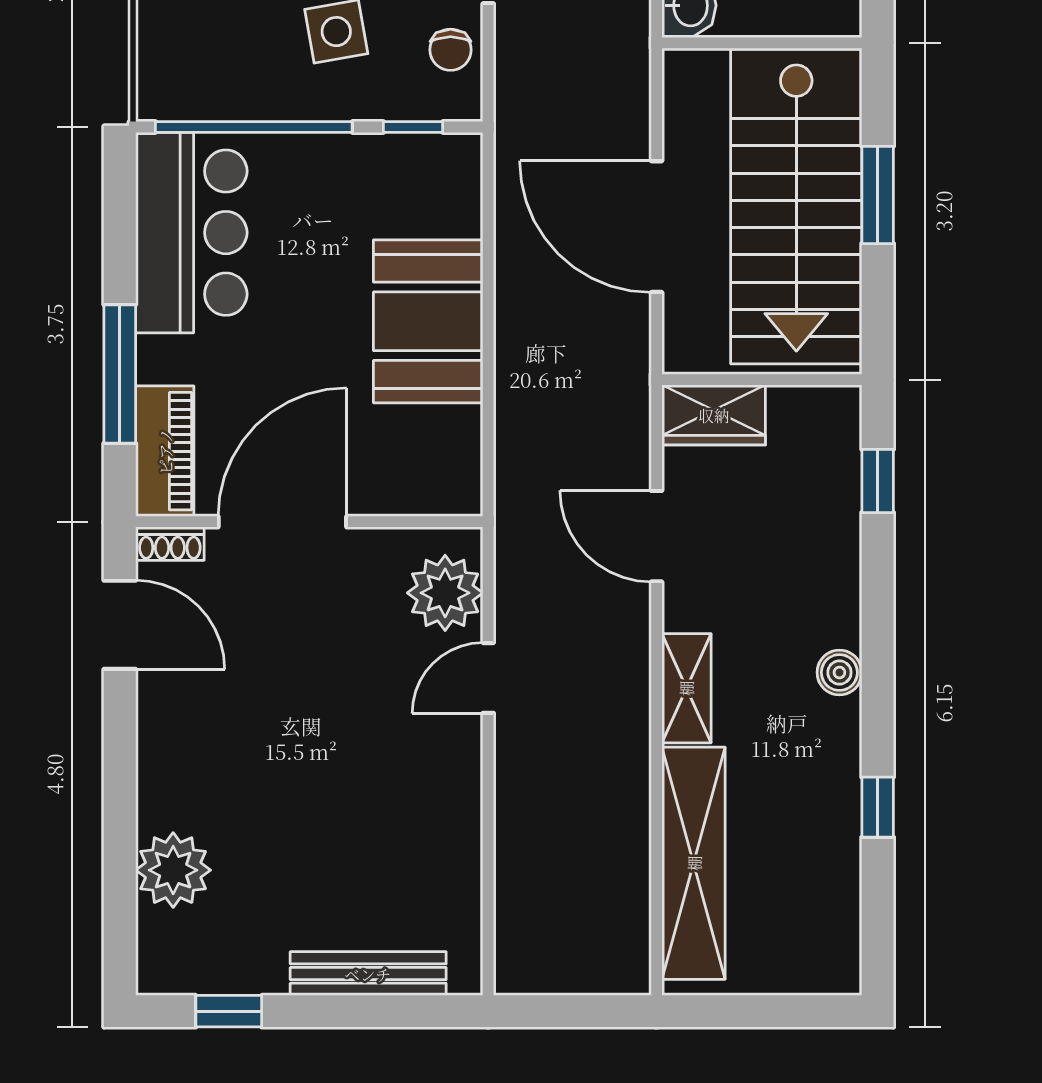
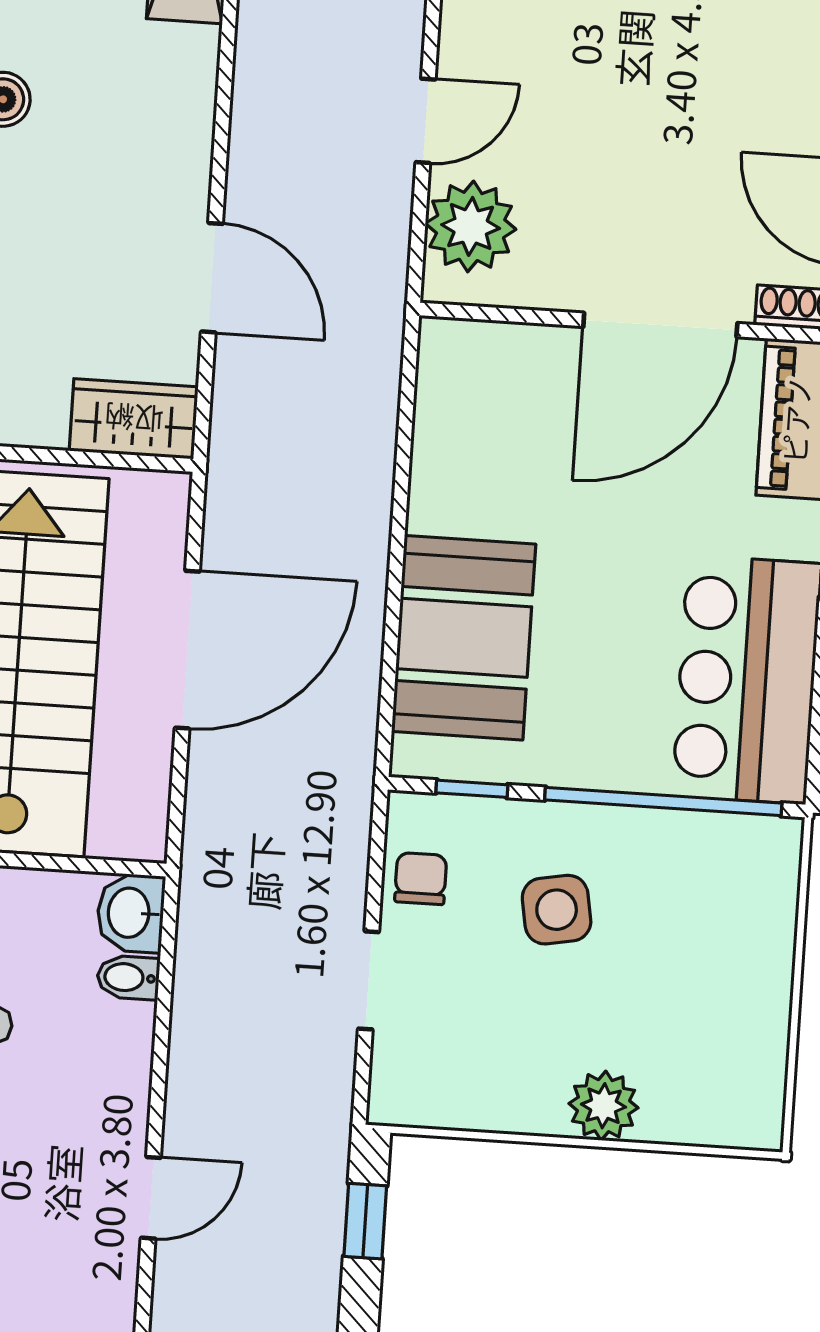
door: (657, 227) -> (187, 650), hinge flipped
booth: (428, 321) -> (464, 638), moved
shelving: (686, 688) -> (188, 93), removed

